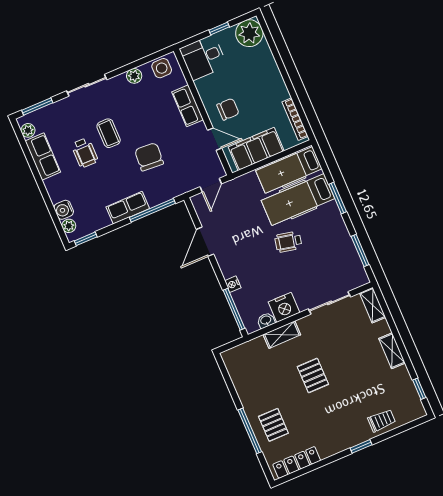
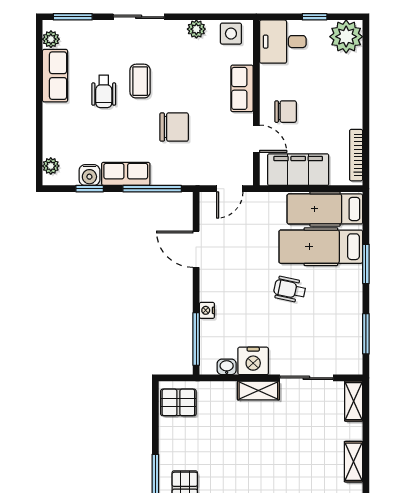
chair: (149, 157) -> (174, 127), turned 86
water cooler: (64, 210) -> (89, 175), moved, turned -90
window: (86, 239) -> (90, 189), moved
door: (205, 242) -> (196, 249), hinge flipped
shelving: (282, 335) -> (258, 391), moved
pallet: (313, 375) -> (178, 402), moved, turned 90

